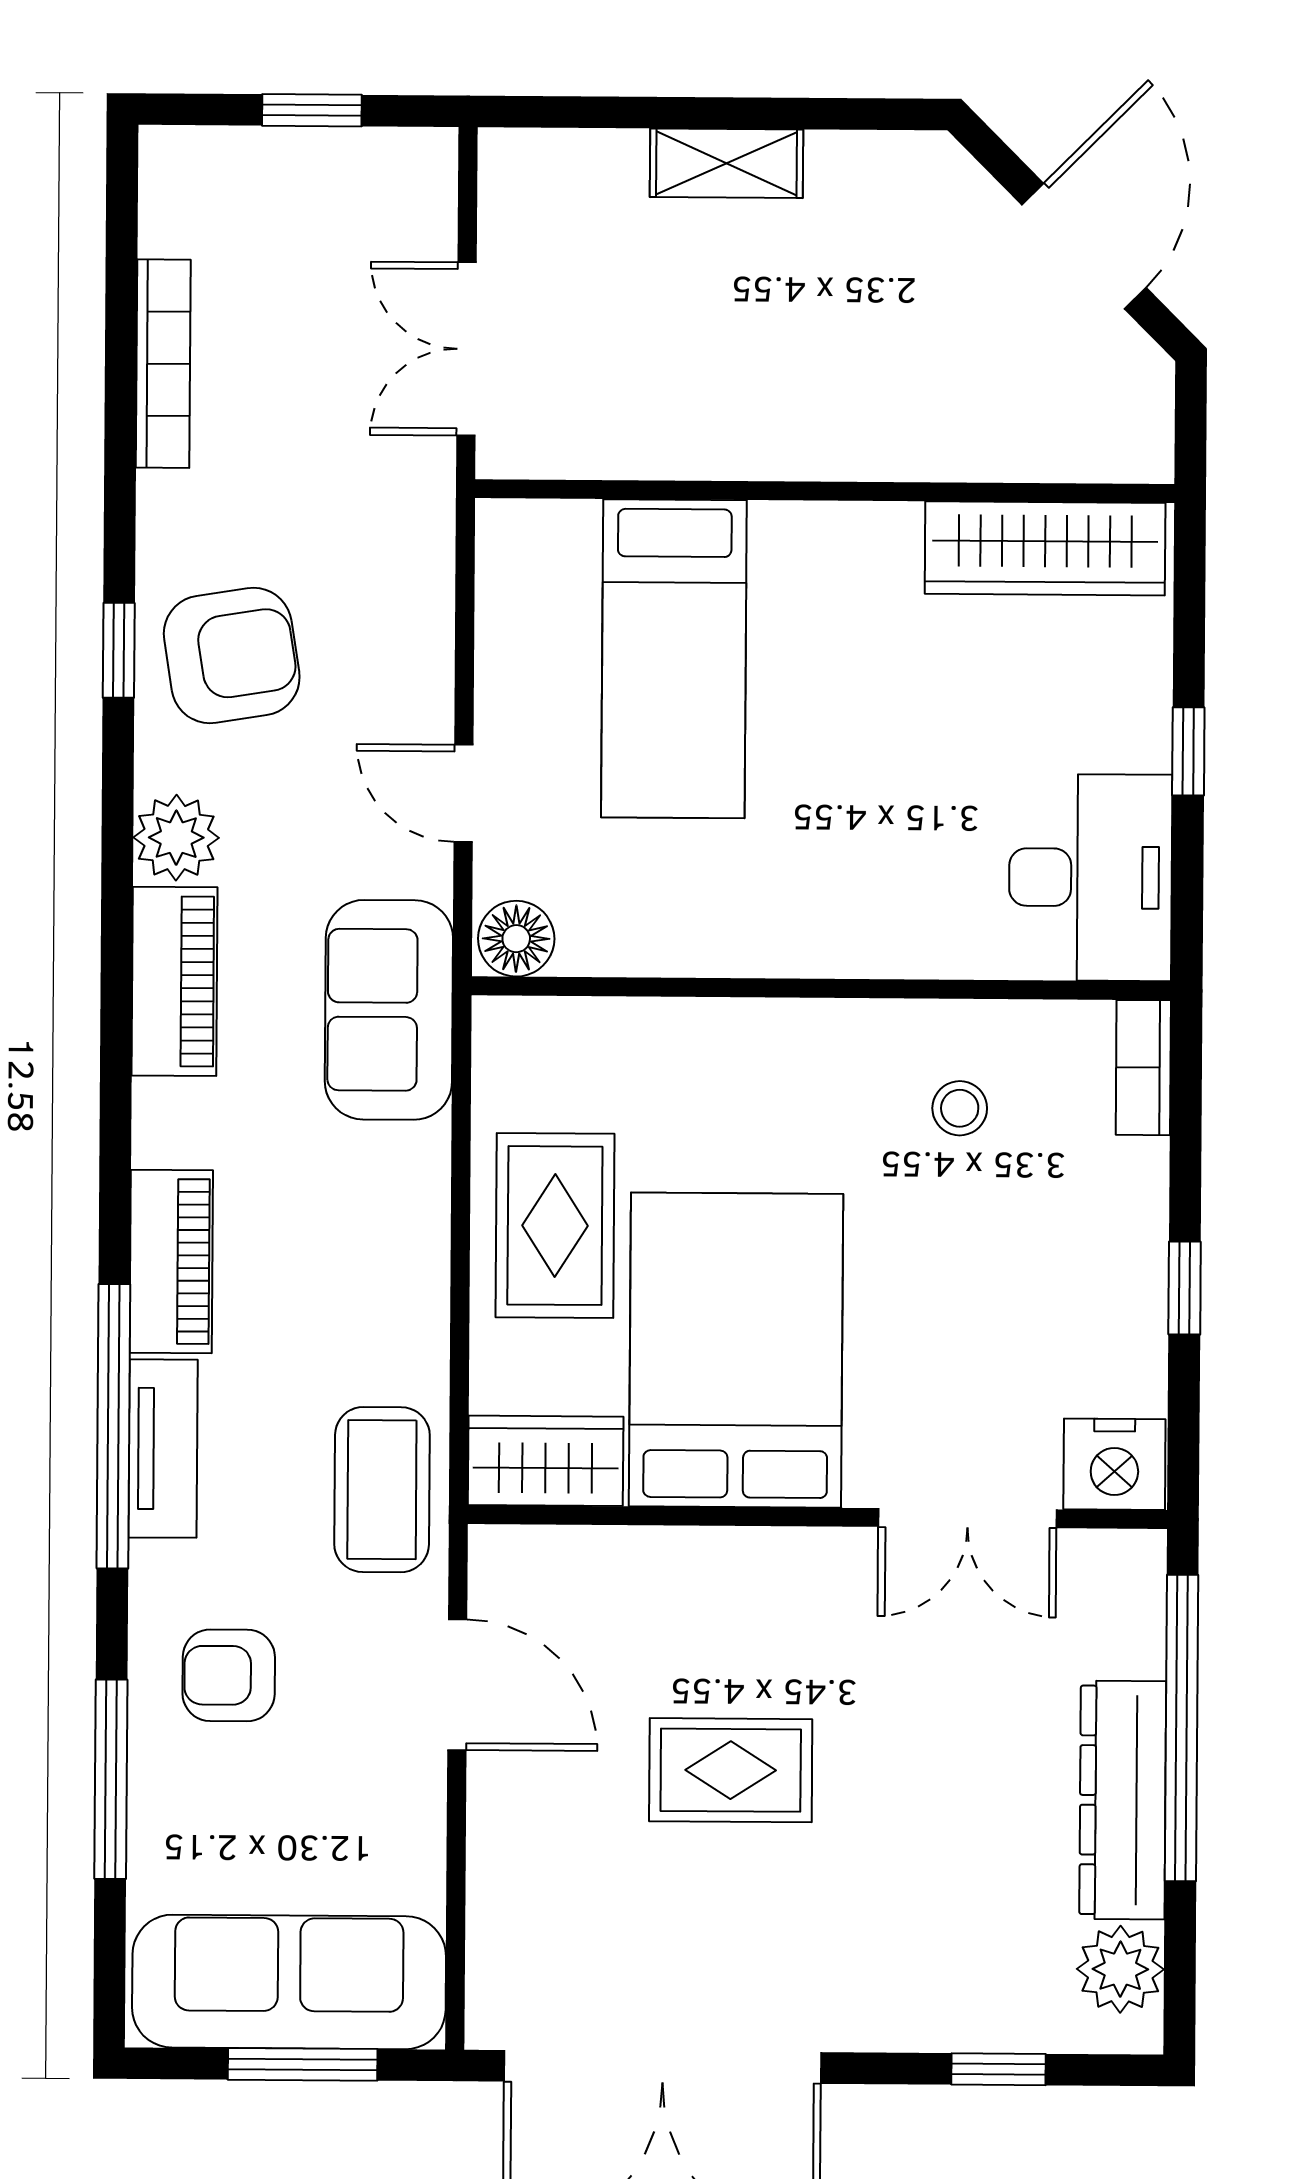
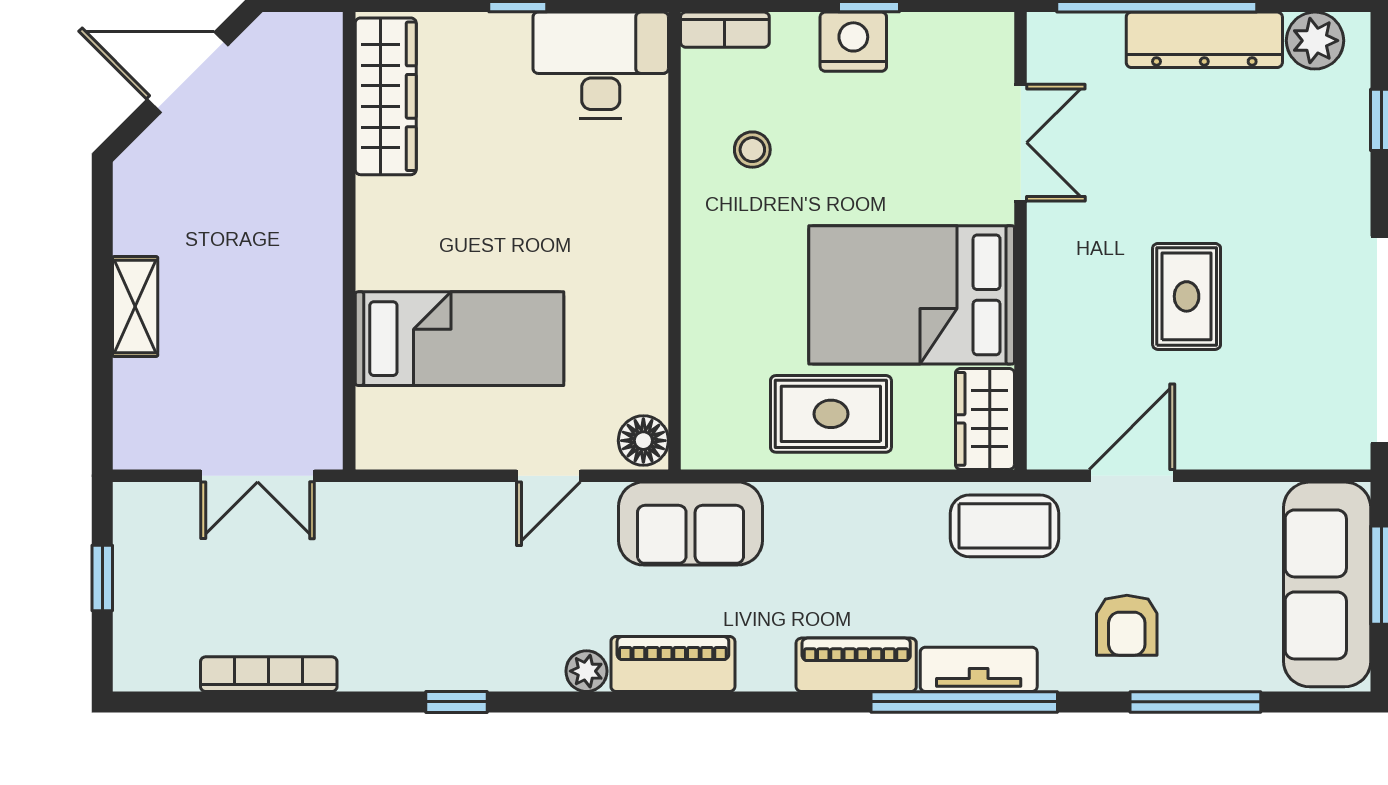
armchair: (232, 655) -> (459, 628), removed
plant: (176, 838) -> (586, 671), width x0.73, depth x0.73
nightstand: (1114, 1464) -> (853, 42), moved, turned -90

